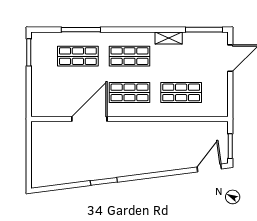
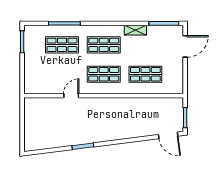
door: (89, 119) -> (71, 96), width x0.53
door: (209, 168) -> (168, 135), swing flipped

